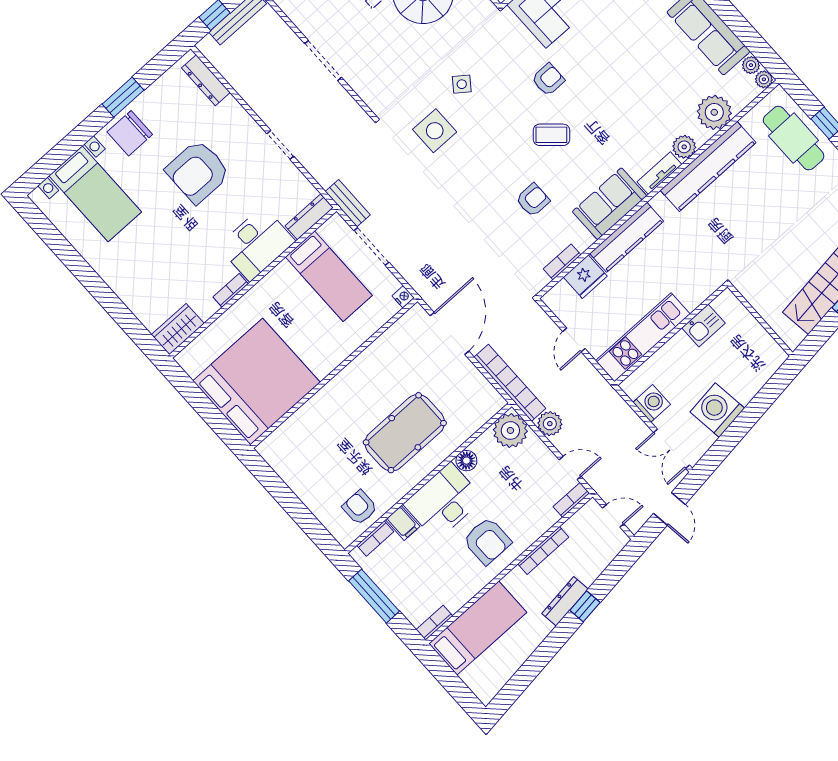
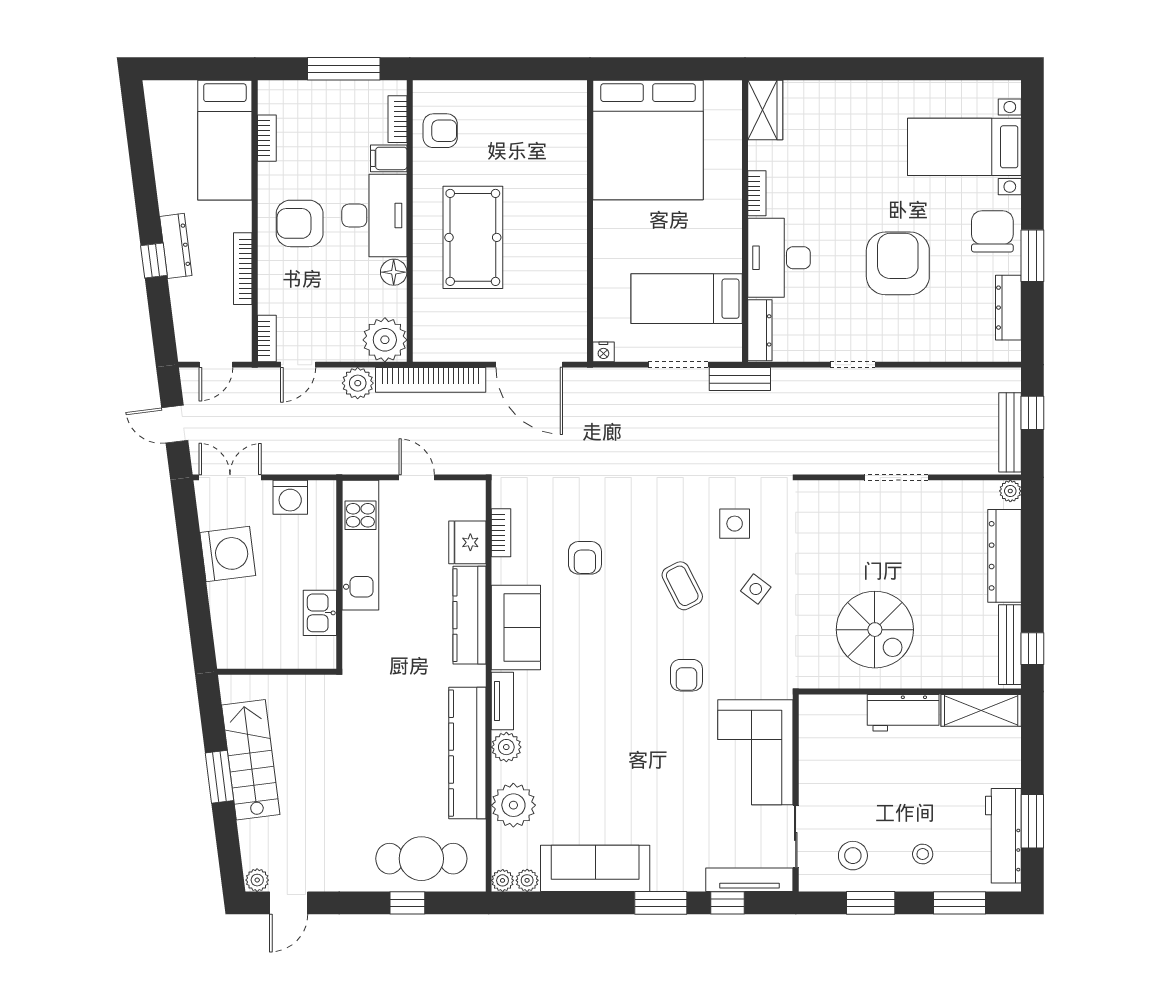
dresser: (206, 80) -> (1008, 308), moved, turned -90
side table: (435, 131) -> (735, 524), width x0.73, depth x0.73
coffee table: (551, 135) -> (682, 586), moved, turned -69
bookcase: (434, 623) -> (267, 138), moved

